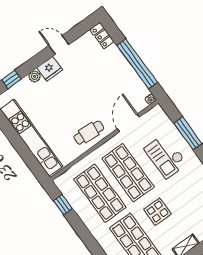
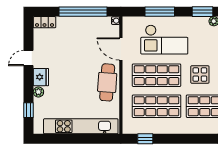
cafe table: (89, 133) -> (107, 82), width x1.37, depth x1.35
checkout: (166, 156) -> (164, 40), width x1.36, depth x1.21

